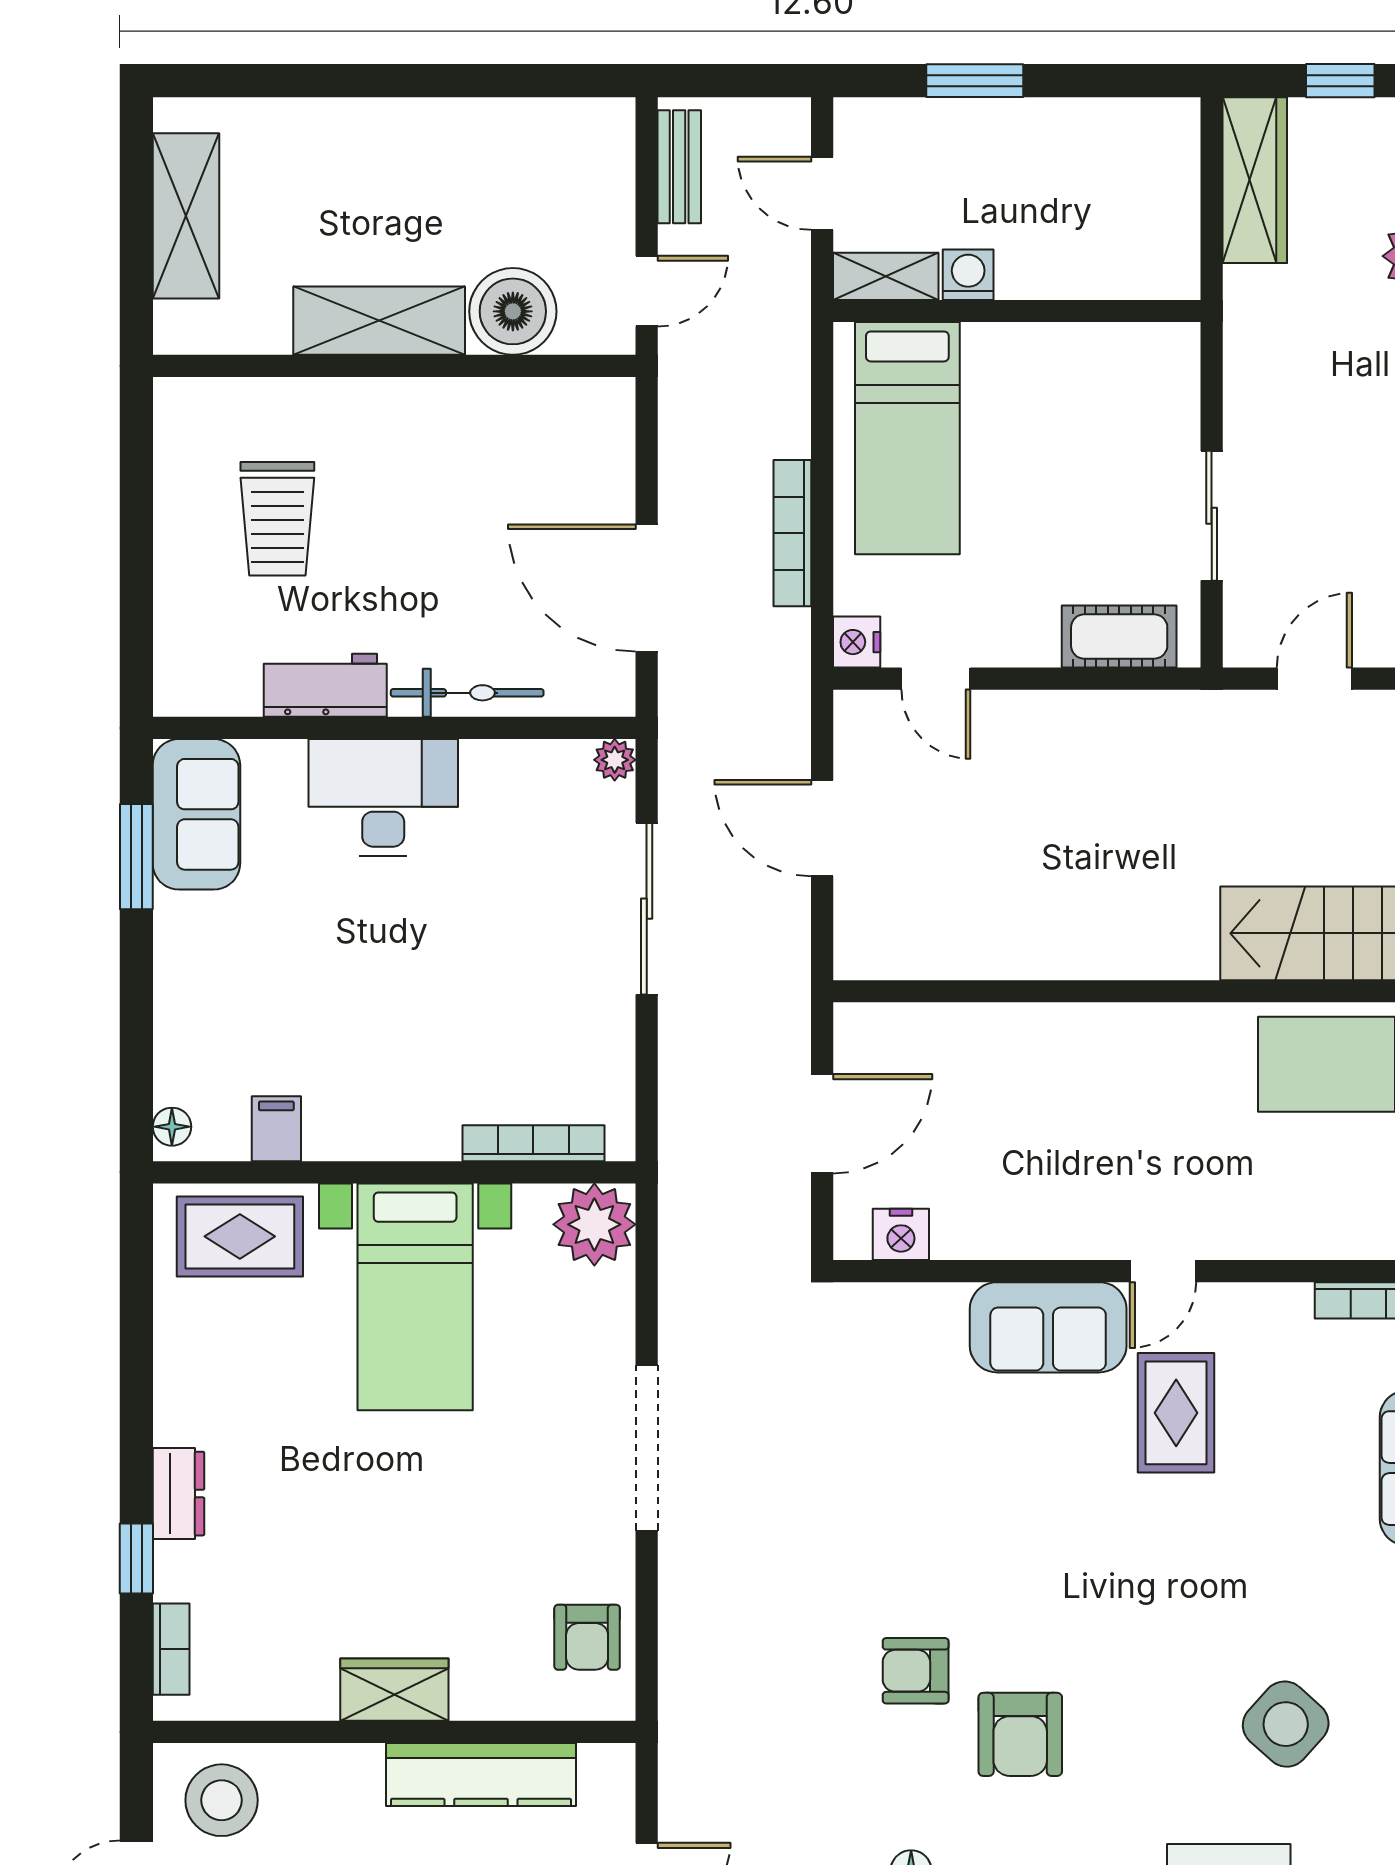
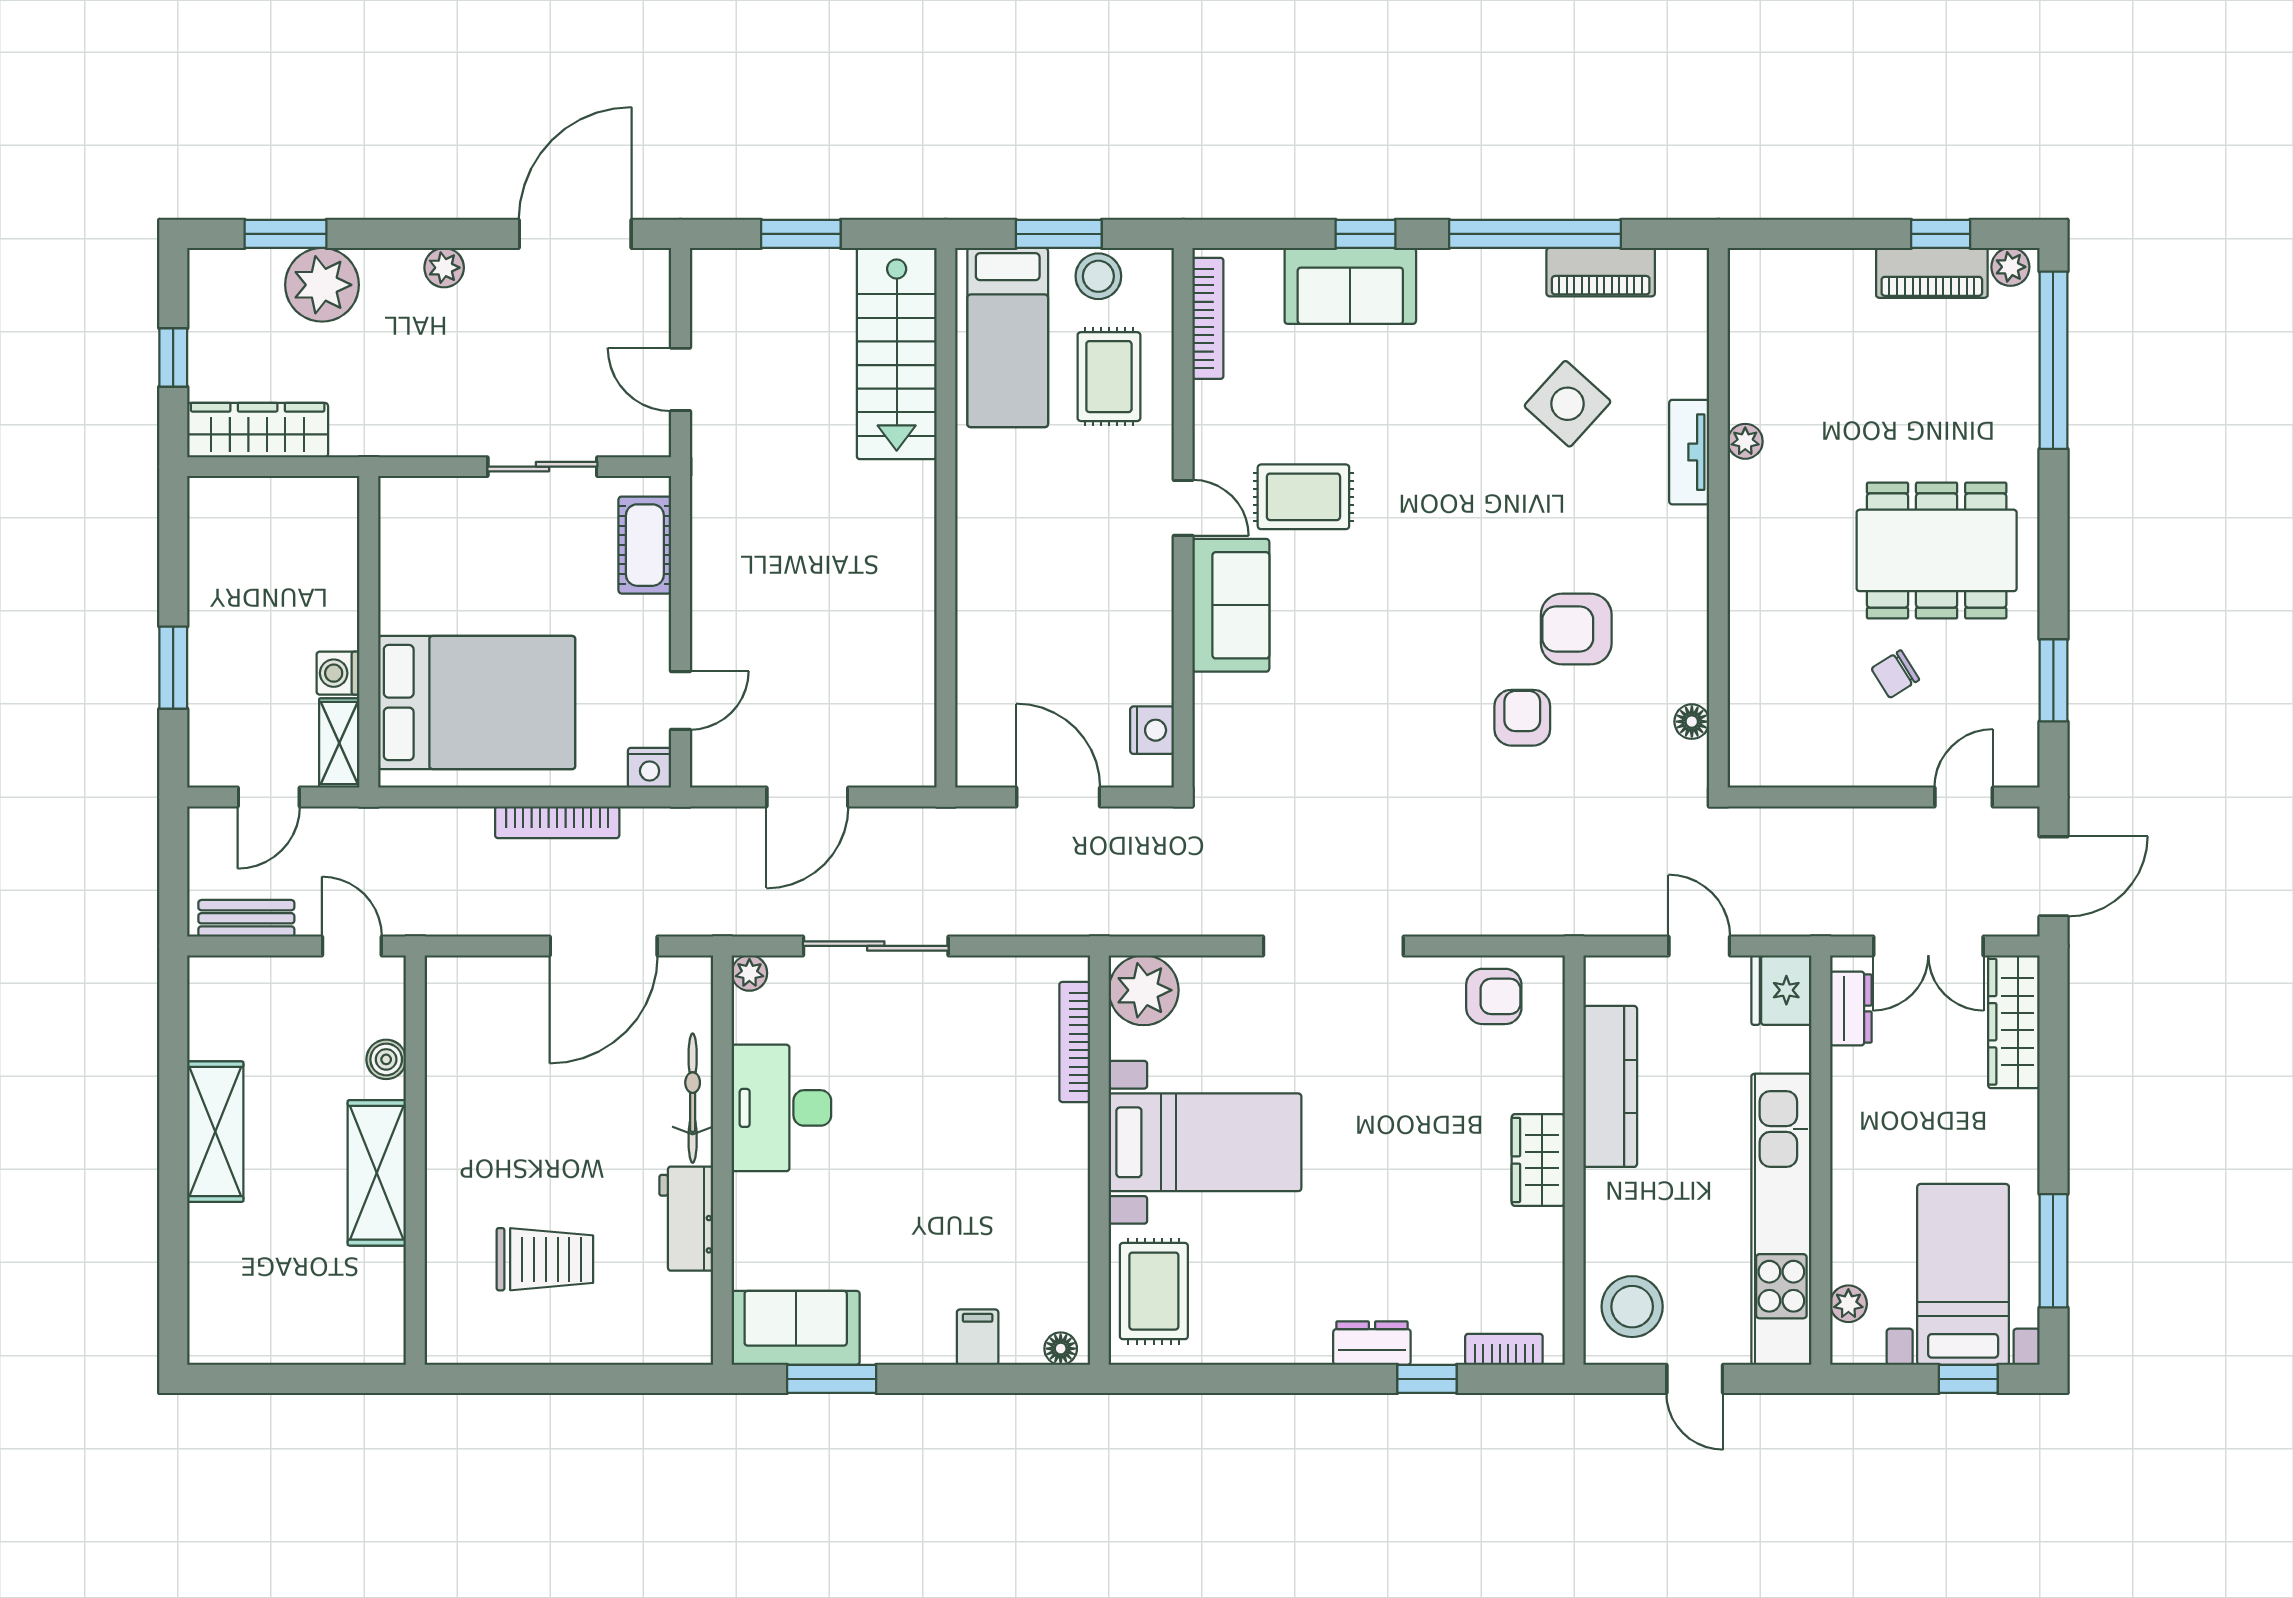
shelving: (186, 216) -> (215, 1132), moved, turned 90
boiler: (513, 311) -> (386, 1059), width x0.54, depth x0.54
bed: (907, 438) -> (477, 703), width x1.50
desk: (383, 798) -> (781, 1108), moved
filing cabinet: (276, 1129) -> (978, 1337), moved, turned 90
rug: (1318, 1184) -> (1109, 377), added
armchair: (916, 1671) -> (1522, 718), turned 180
armchair: (1020, 1734) -> (1576, 629), turned 180

